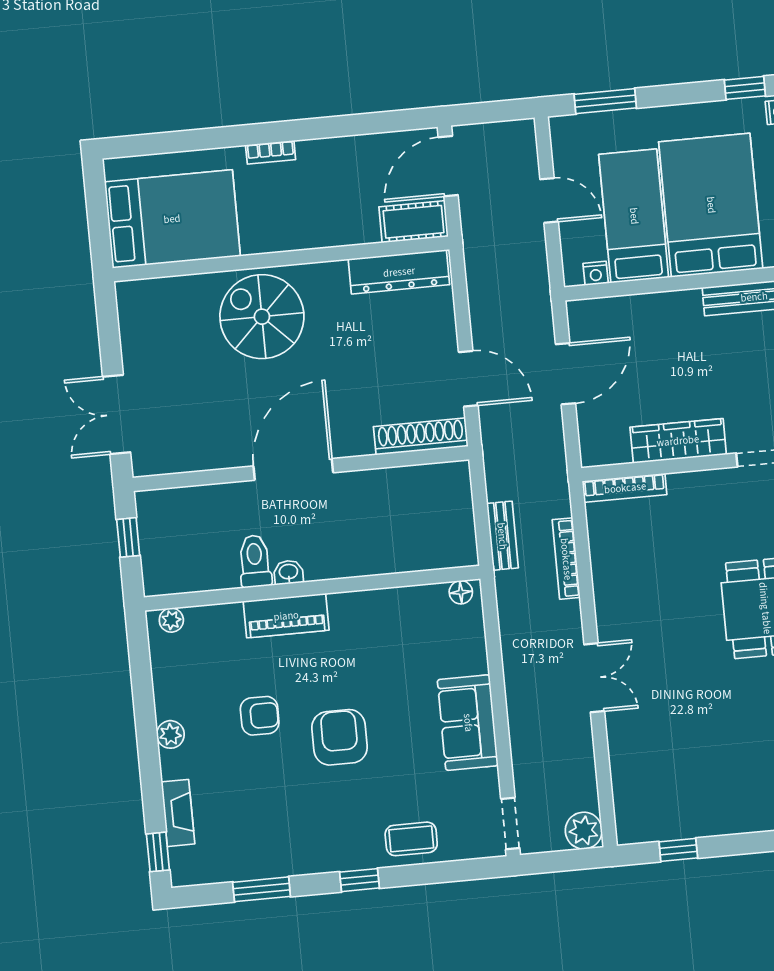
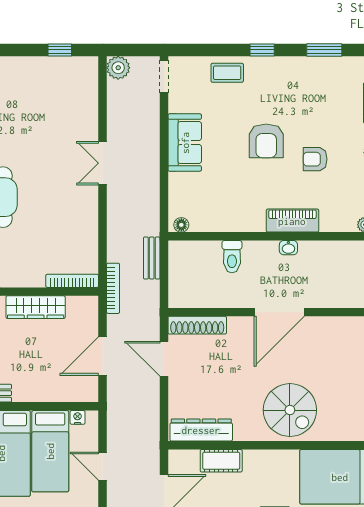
cot: (414, 222) -> (221, 461), moved
bookcase: (566, 559) -> (113, 288), moved
toilet: (255, 561) -> (232, 257), moved

